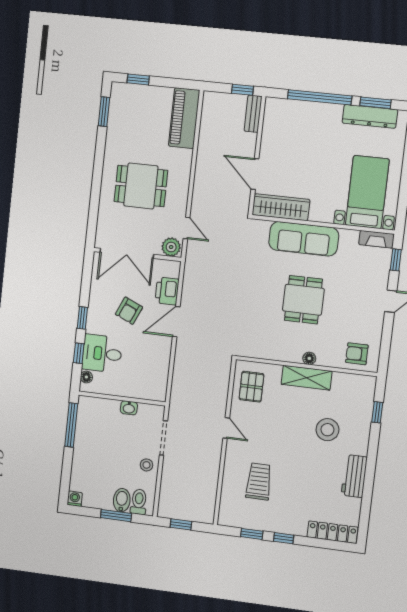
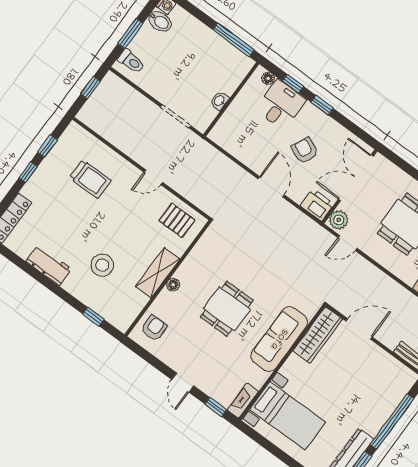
printer: (167, 291) -> (317, 205), moved
dining table: (303, 300) -> (227, 309), turned 90
stool: (146, 465) -> (160, 87), removed
bidet: (122, 500) -> (160, 21), moved

